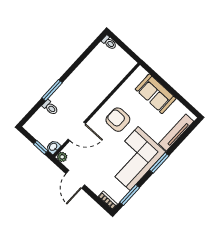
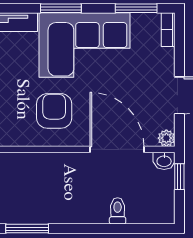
window: (52, 90) -> (27, 229), moved
armchair: (118, 120) -> (54, 111), turned 180
door: (77, 131) -> (117, 149), width x1.36

